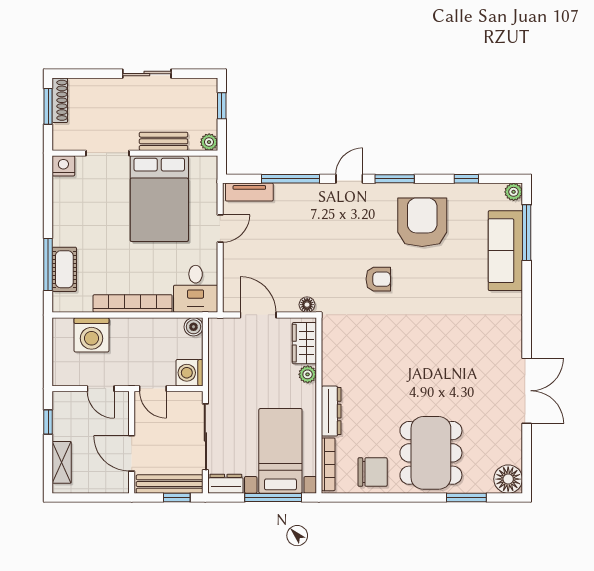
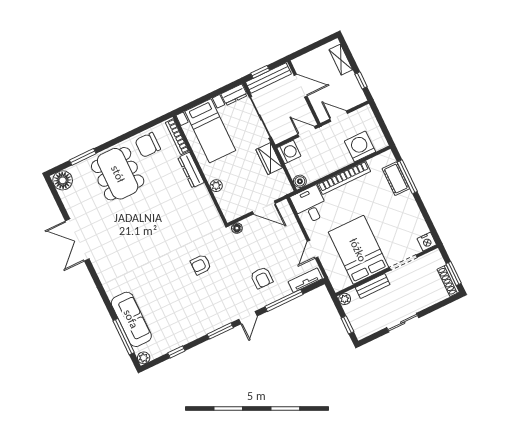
armchair: (422, 222) -> (262, 278), moved, width x0.53, depth x0.53
wardrobe: (304, 343) -> (269, 159), moved, turned 180
window: (273, 498) -> (201, 100), removed

